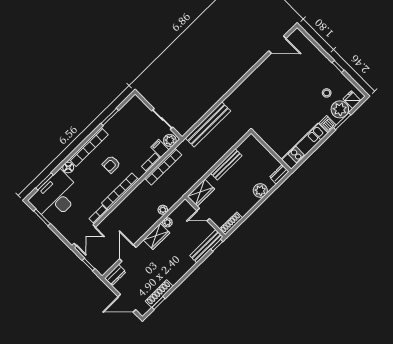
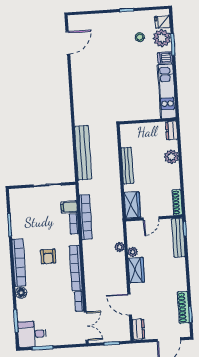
plant: (170, 140) -> (70, 194), removed
desk: (56, 197) -> (32, 334), width x0.53, depth x0.77

